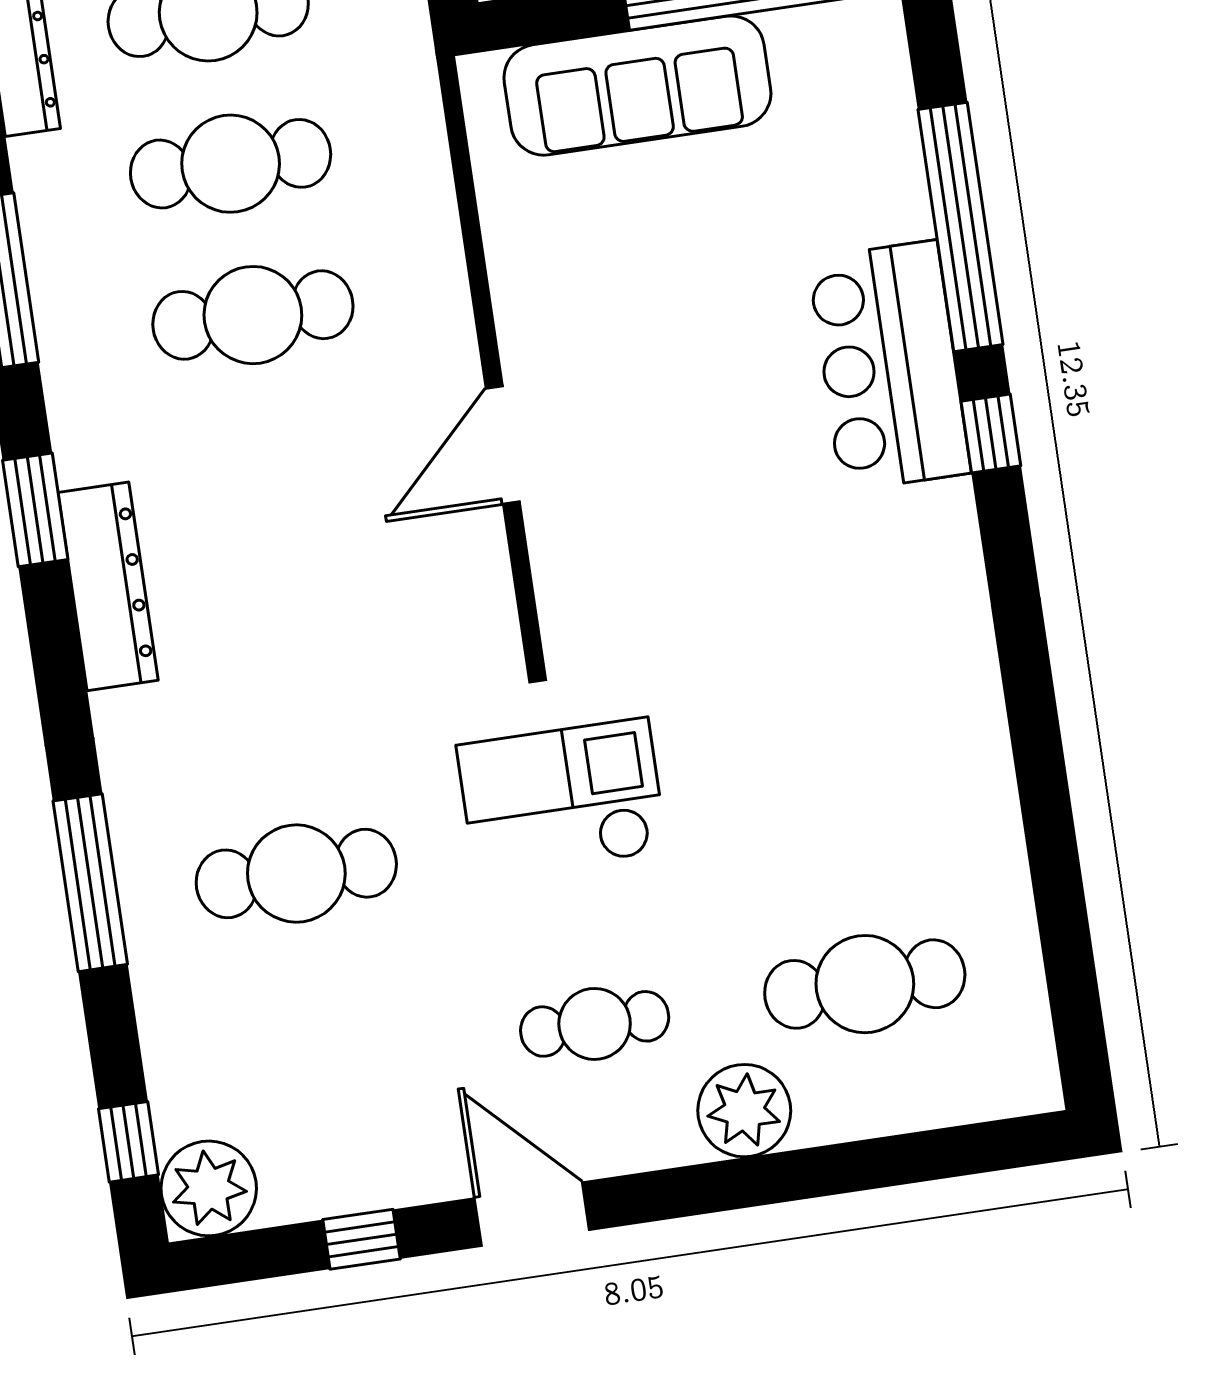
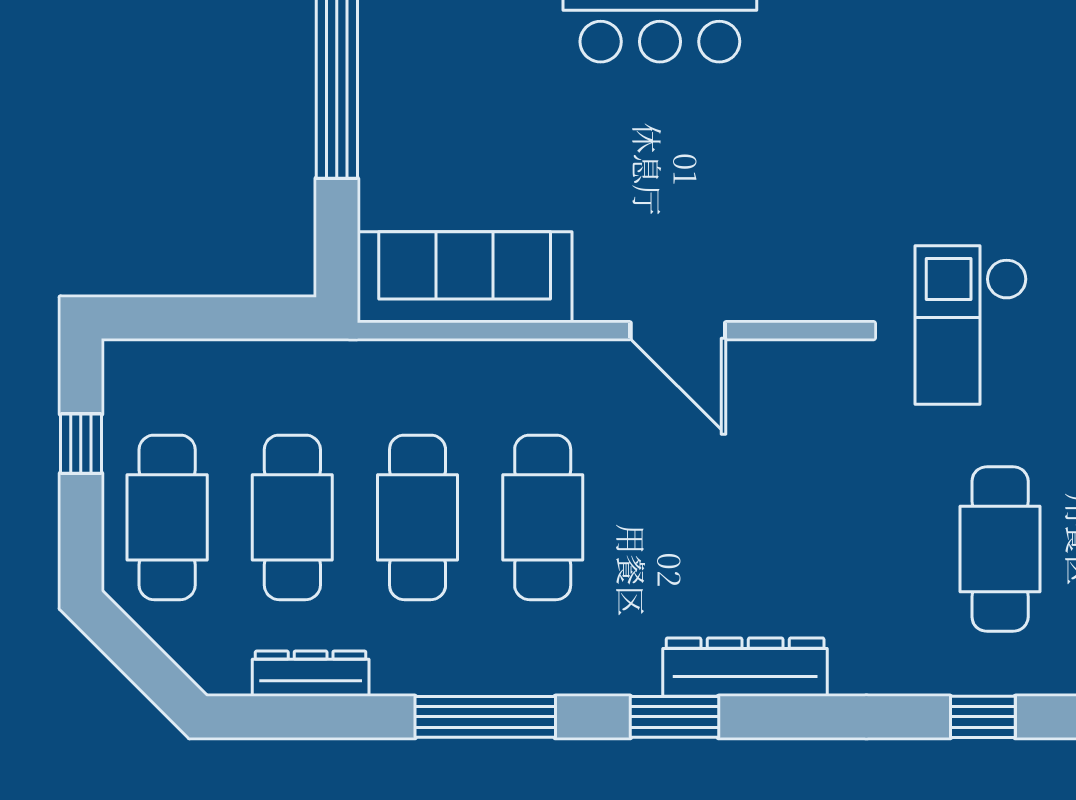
sofa: (637, 86) -> (465, 277), moved, turned -90
window: (90, 883) -> (983, 717), width x0.46

